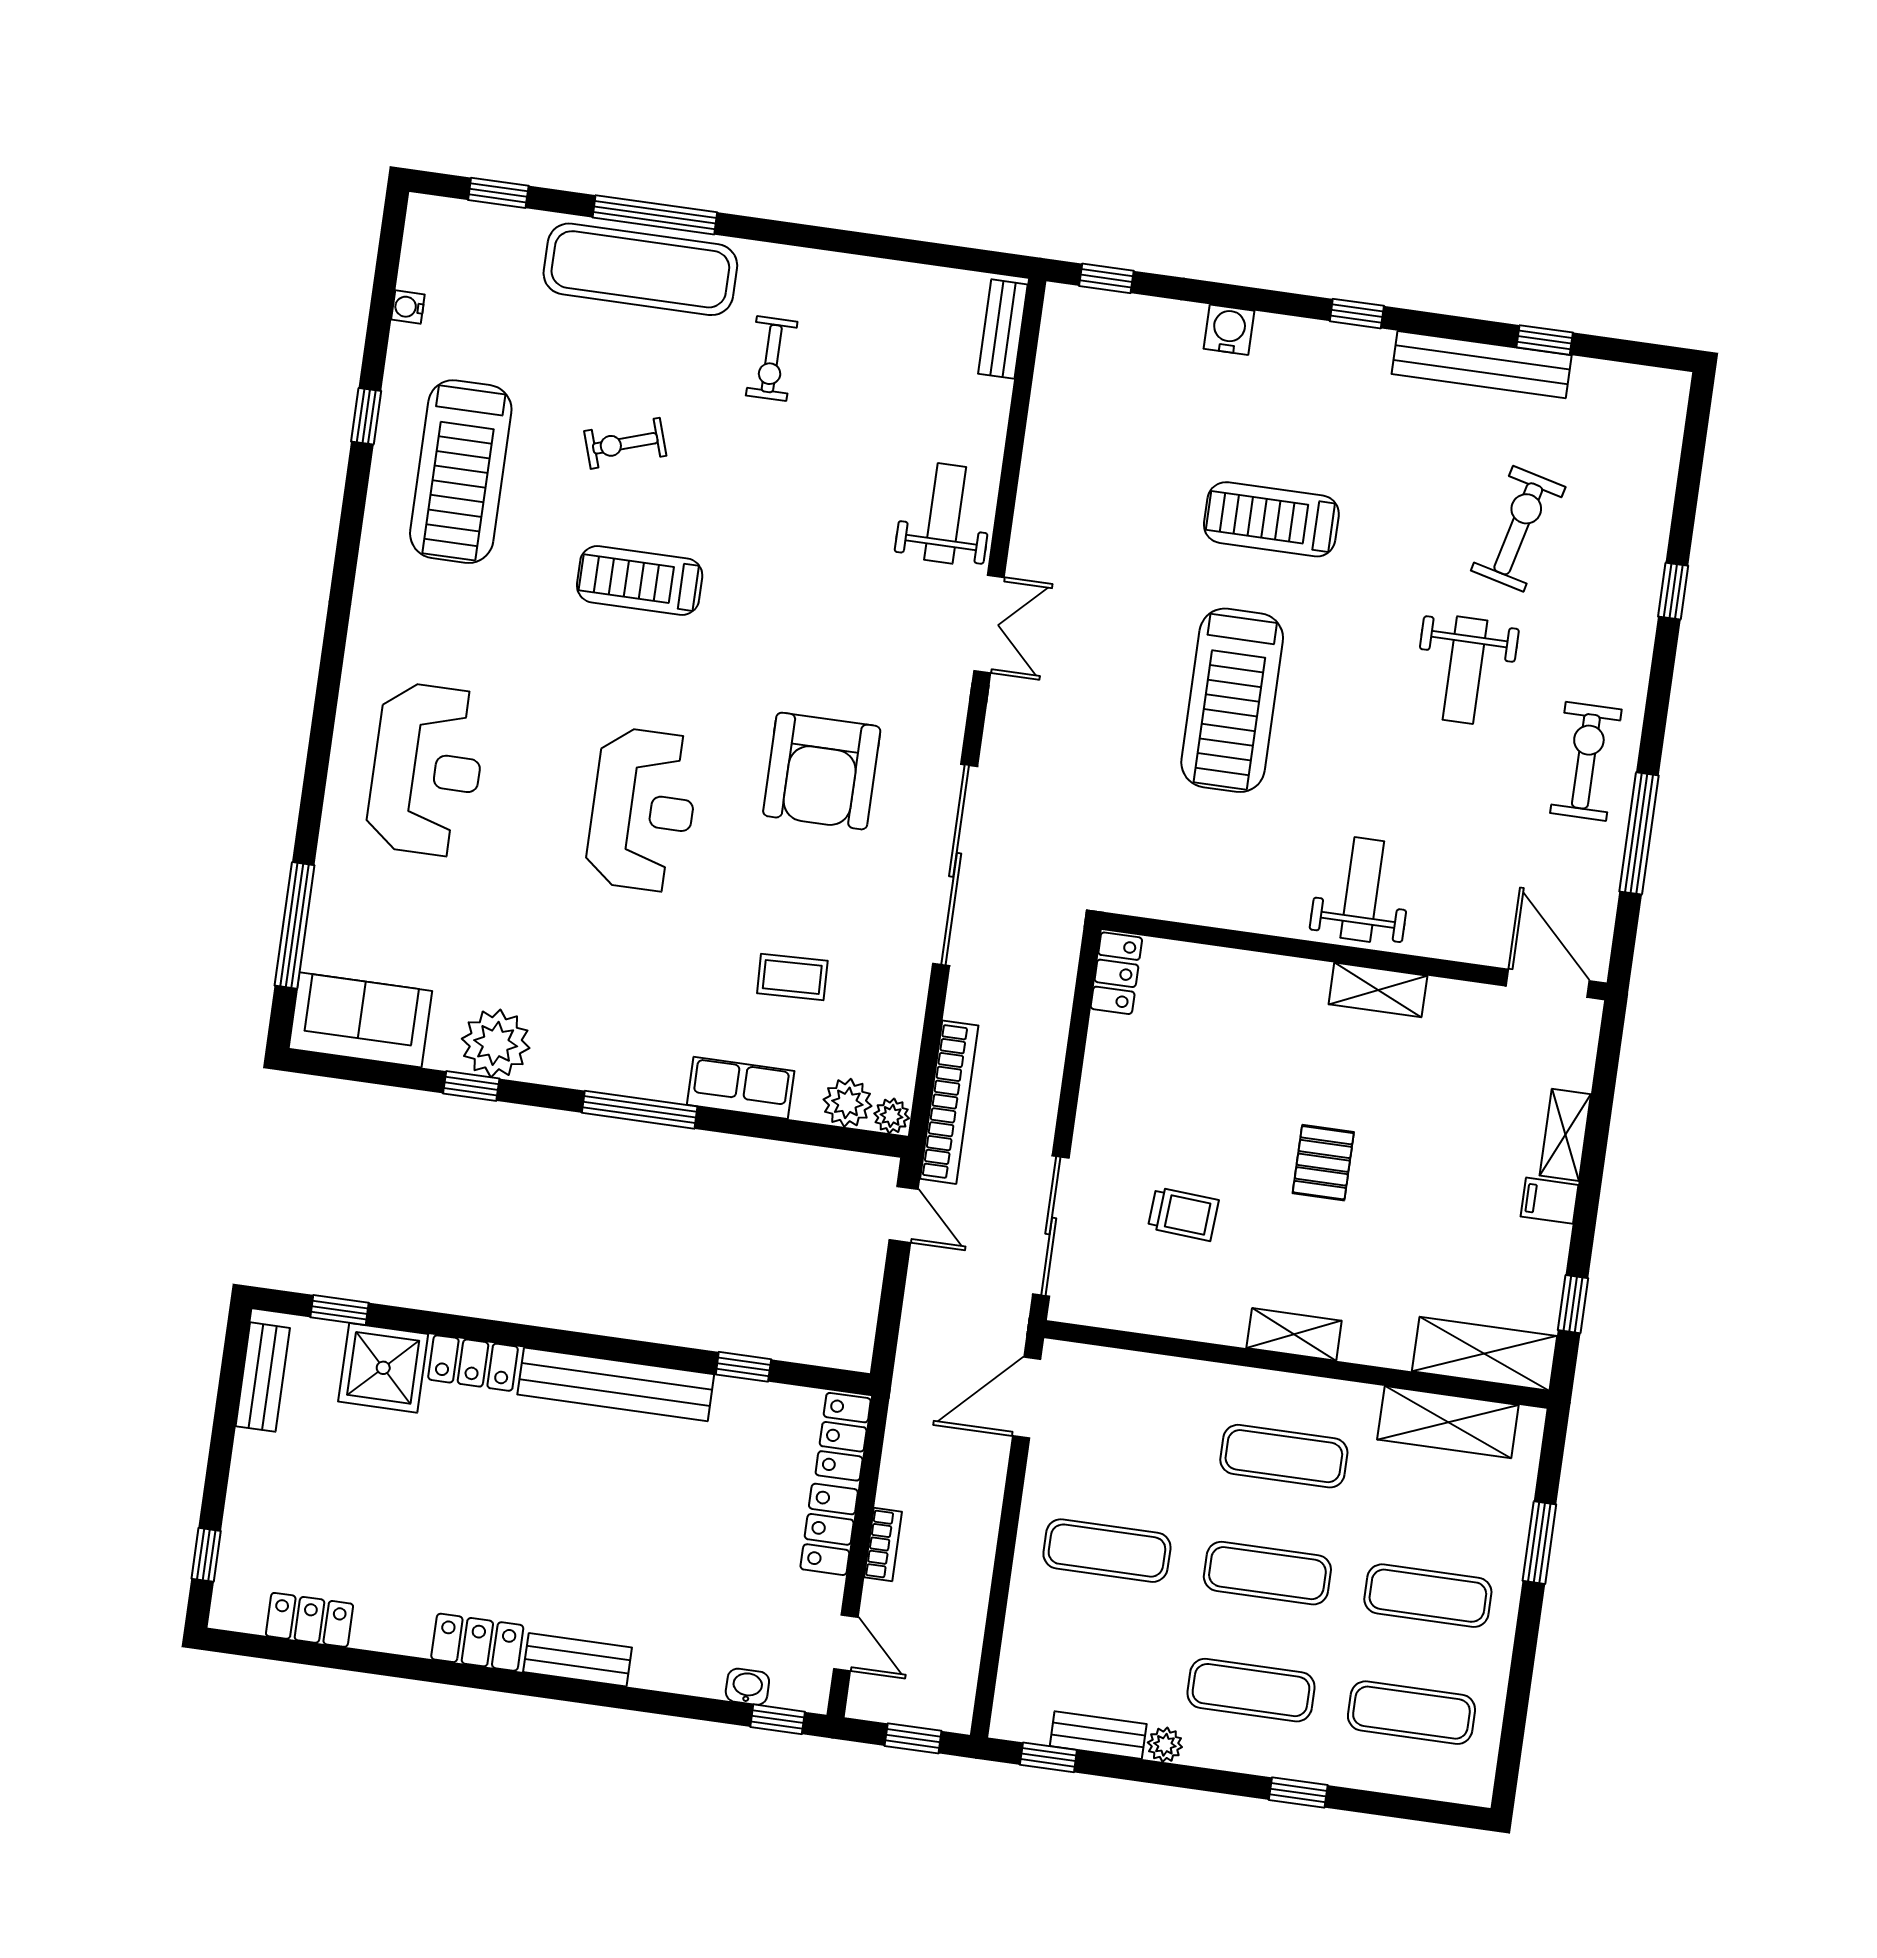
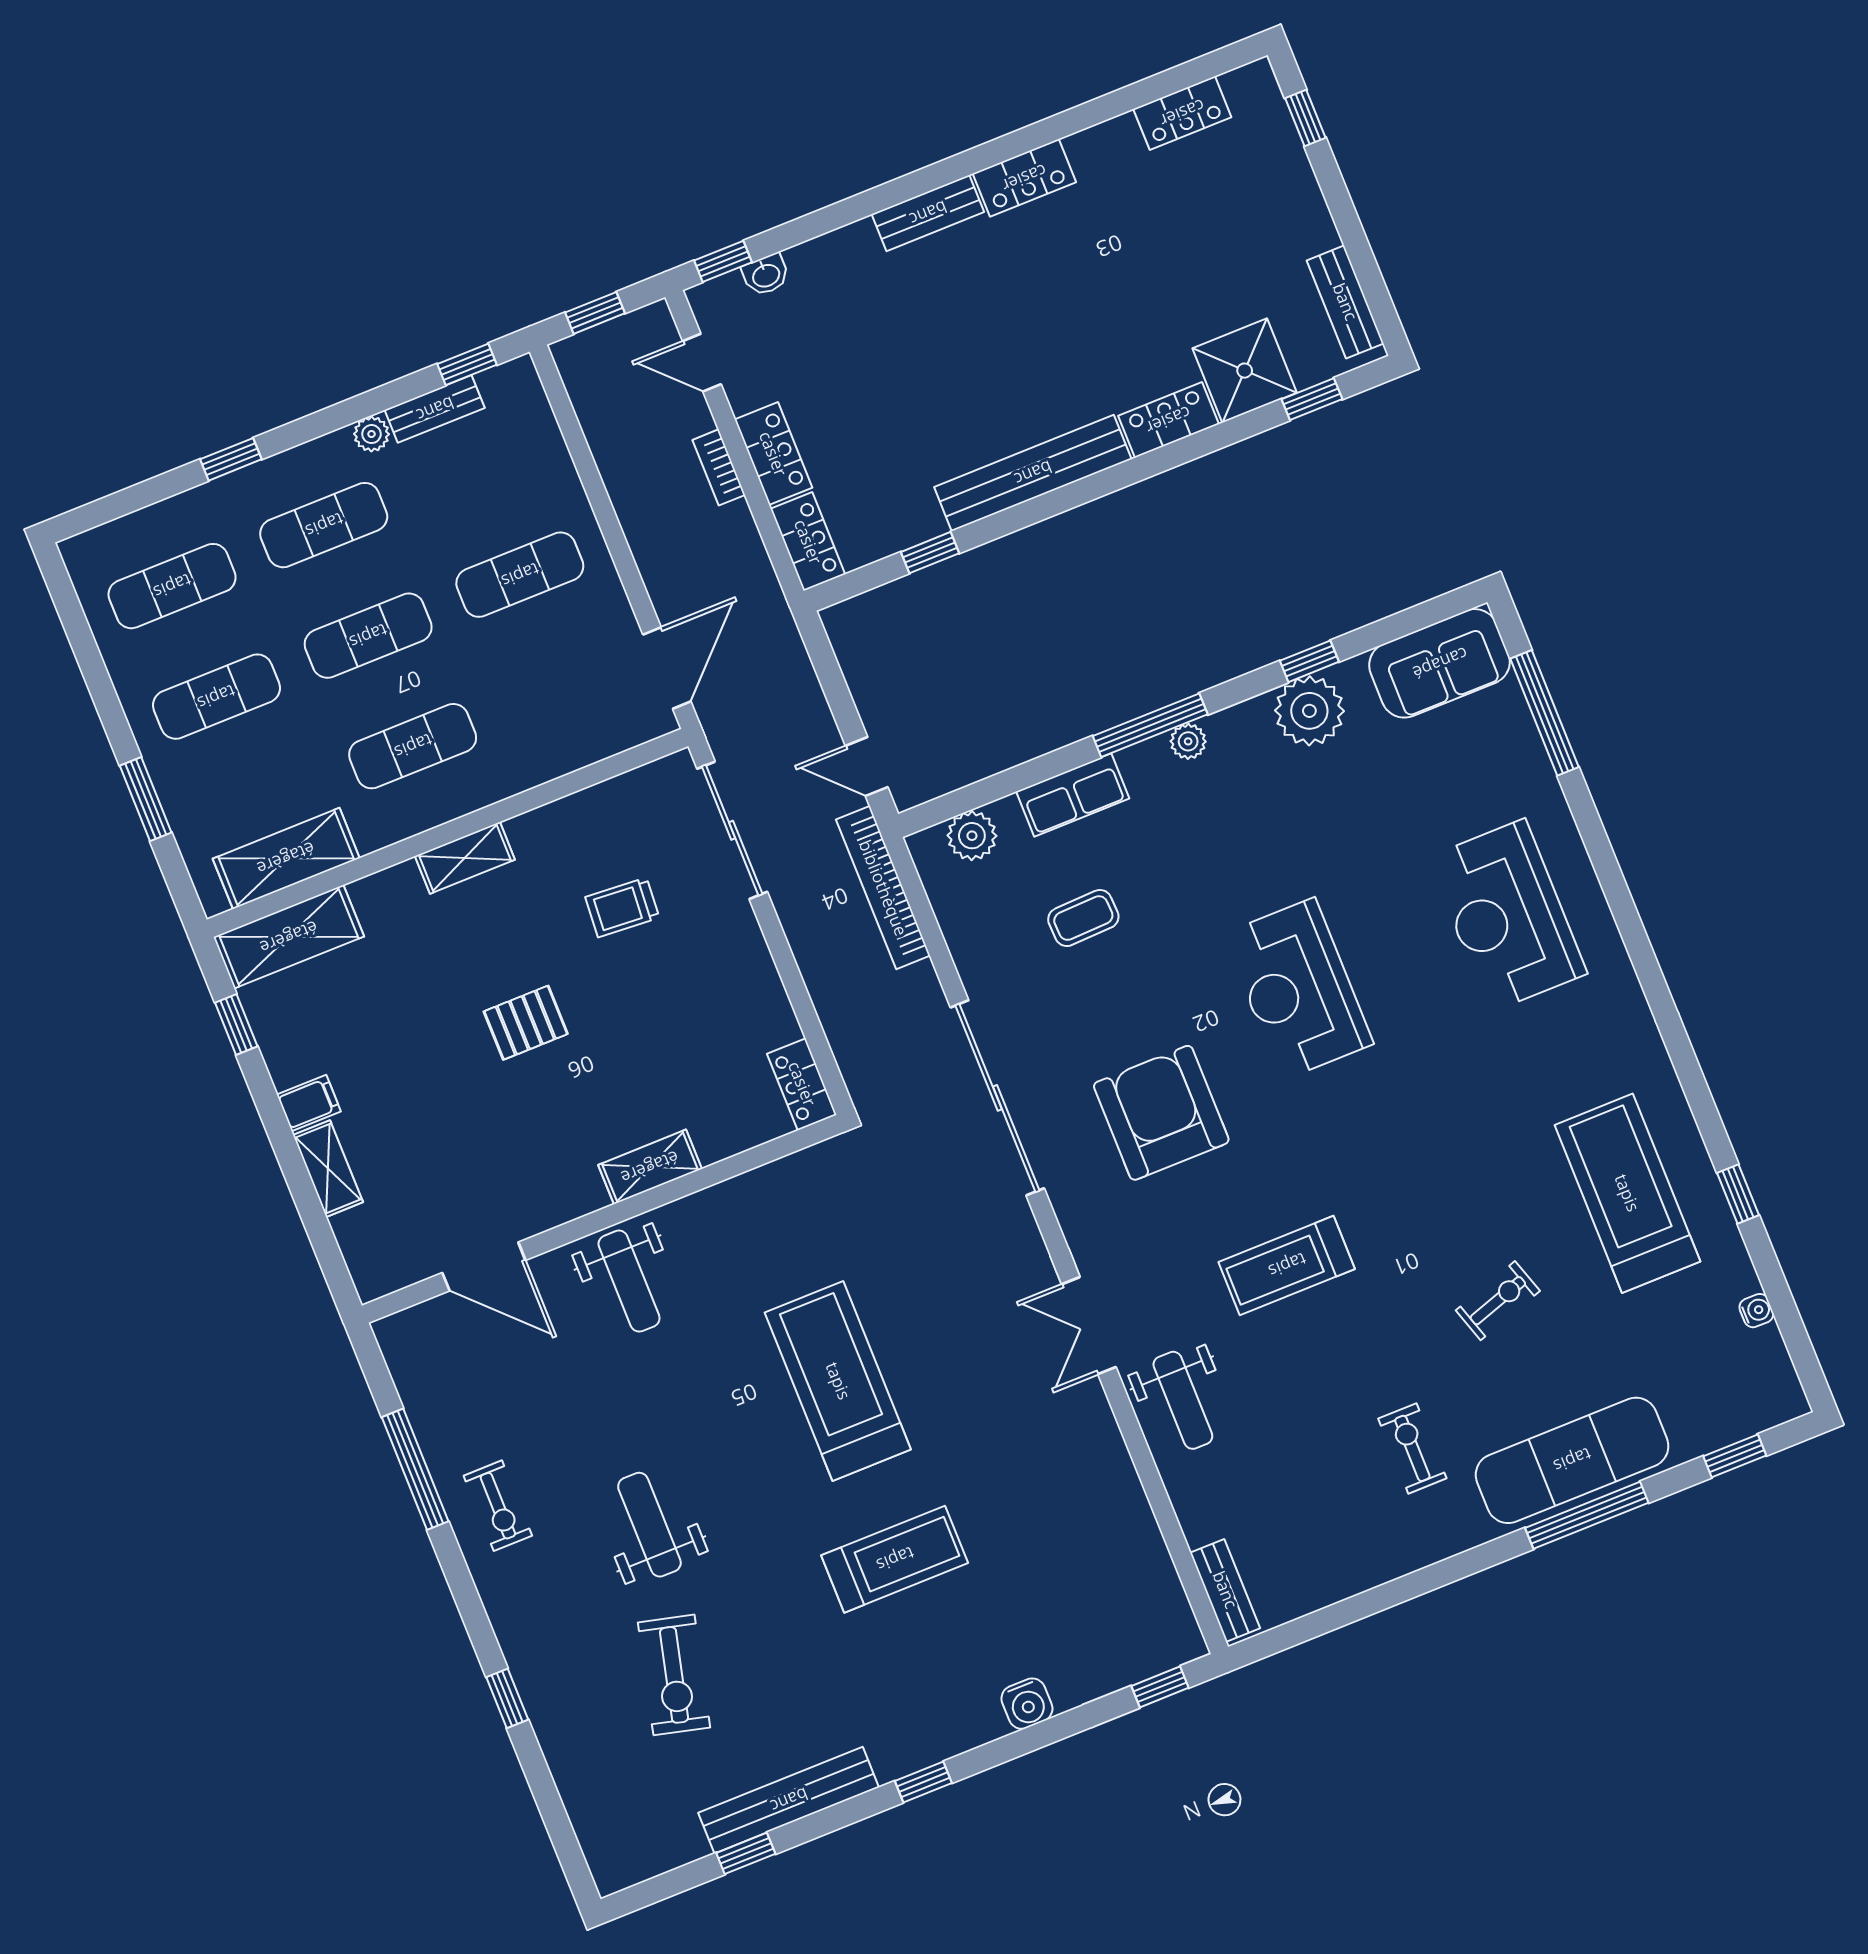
treadmill: (640, 581) -> (1287, 1265), moved, turned 180
exercise bike: (1586, 761) -> (498, 1506), width x0.73, depth x0.72
door: (1548, 983) -> (484, 1266), moved
shelving: (1378, 990) -> (650, 1167), moved
plant: (892, 1116) -> (1188, 741), moved
pallet: (1323, 1163) -> (526, 1023), turned 90

